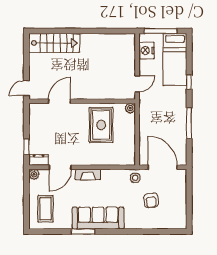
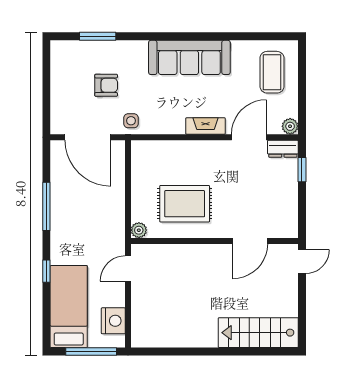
rug: (101, 125) -> (185, 204), turned 90
armchair: (151, 200) -> (106, 85), turned 97
window: (83, 232) -> (98, 36), moved

